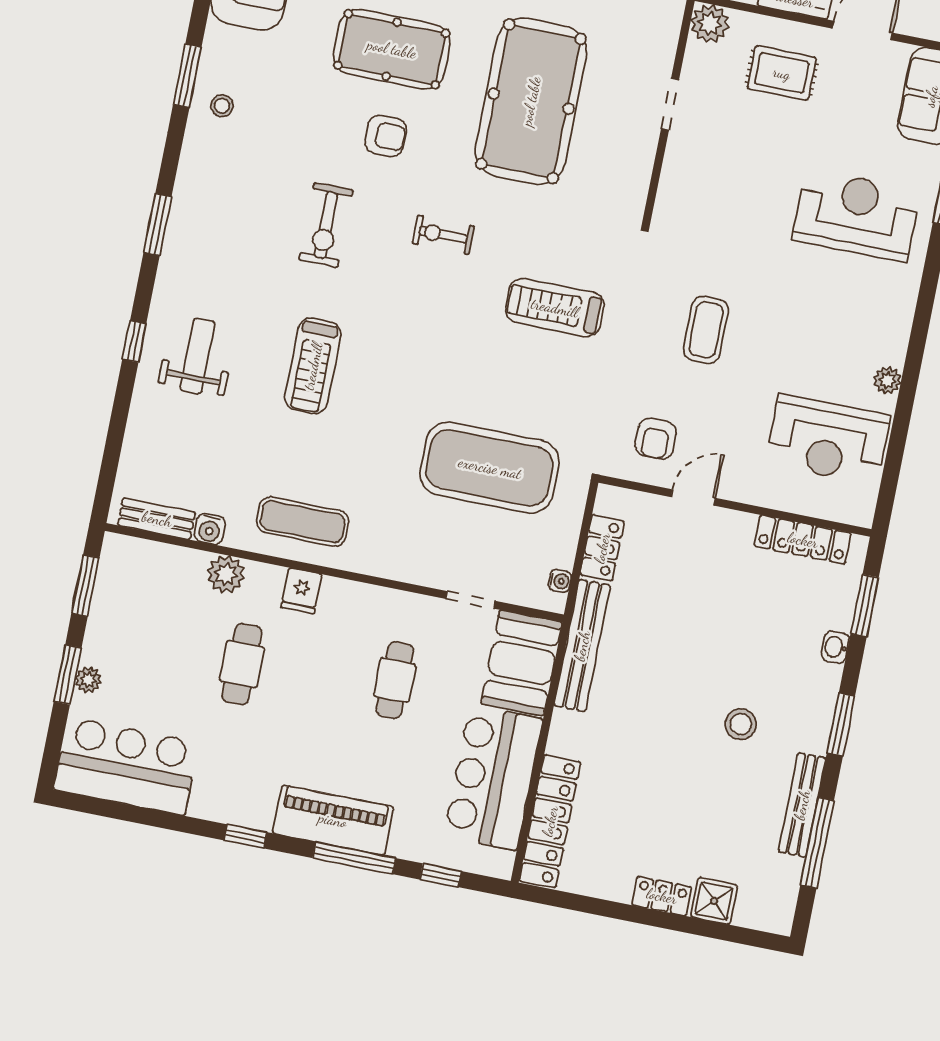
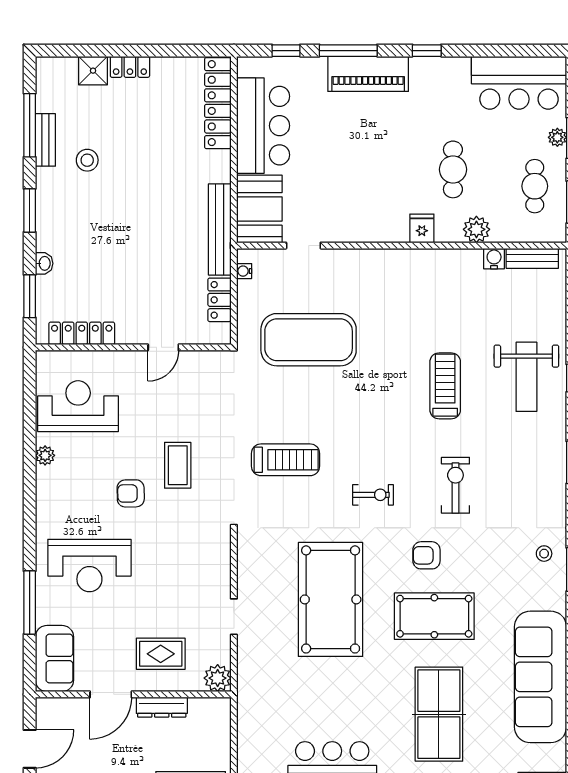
weight bench: (198, 356) -> (526, 377), width x1.36, depth x1.33
armchair: (656, 439) -> (131, 493), moved, turned -91
exercise mat: (303, 522) -> (431, 277), removed
cafe table: (395, 680) -> (535, 186), moved
stool: (741, 724) -> (87, 160), moved
bench: (802, 805) -> (45, 140), width x0.73

